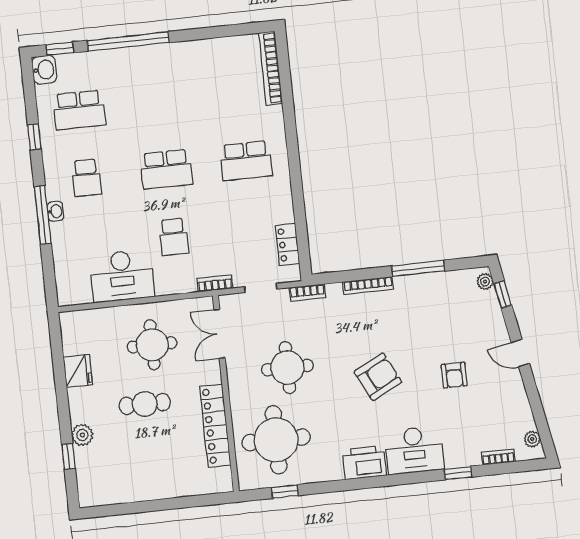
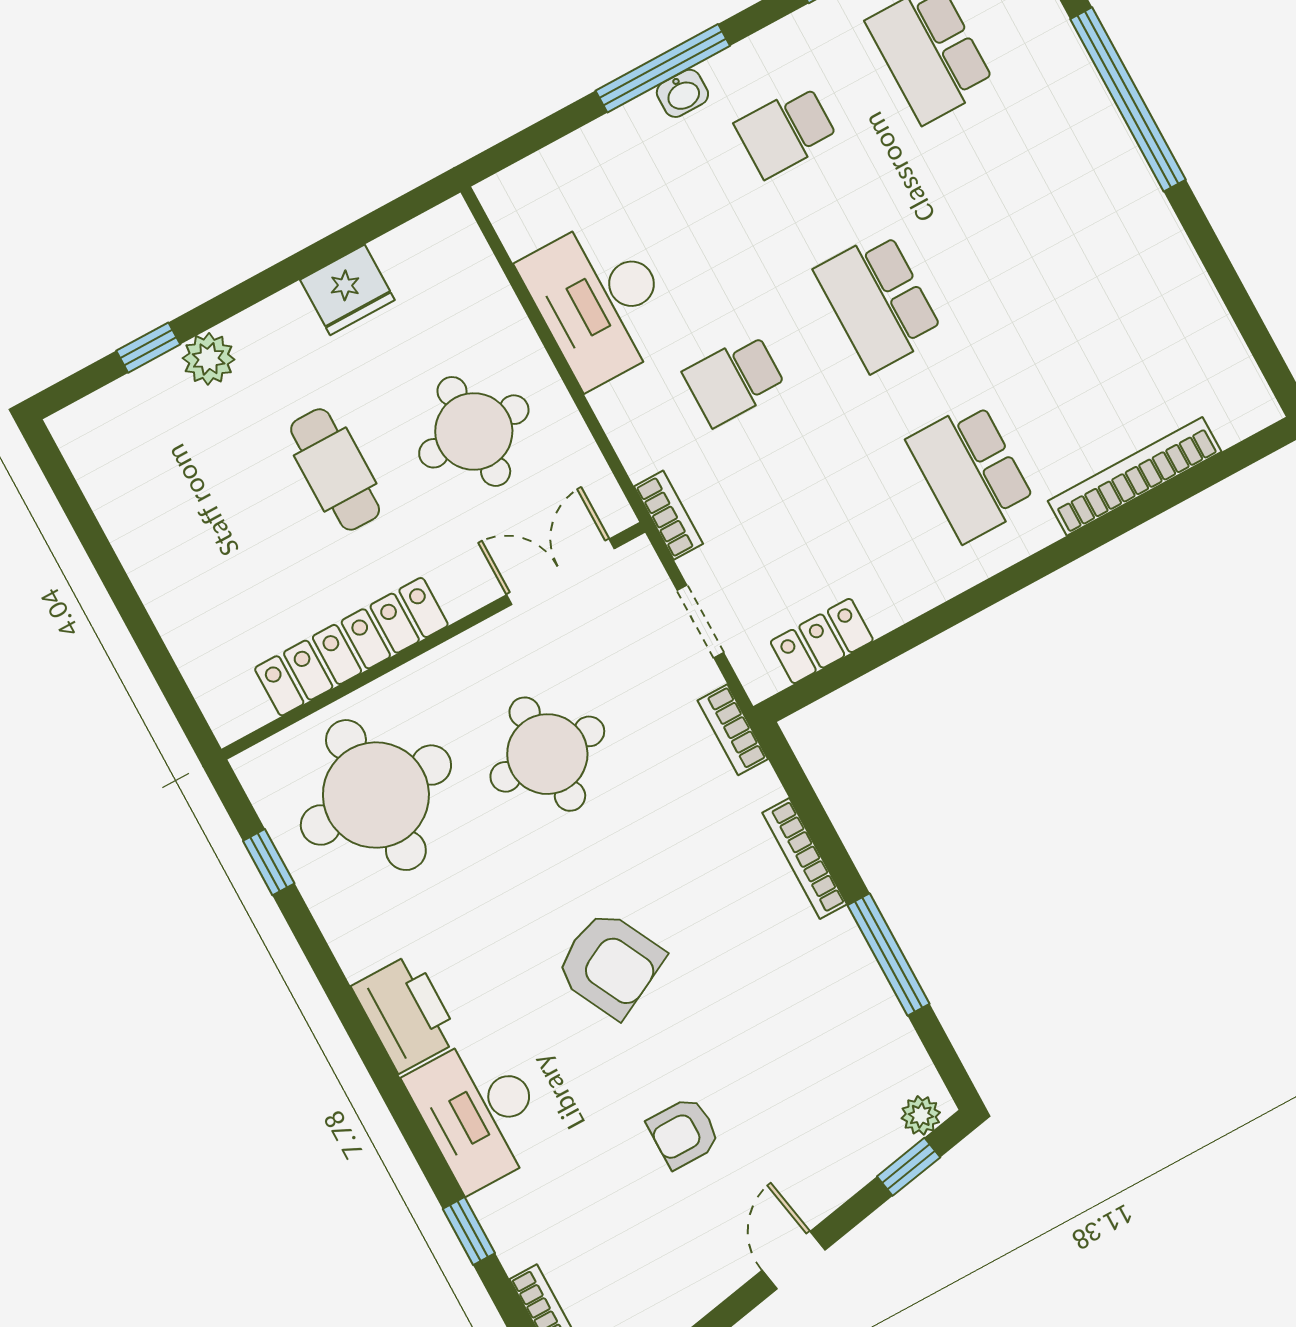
bookcase: (271, 68) -> (1135, 476), moved

